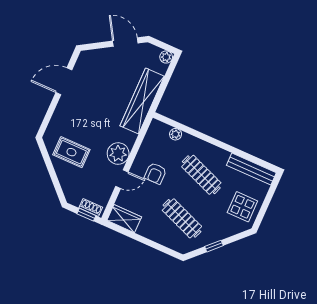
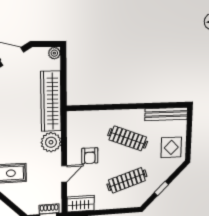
plant: (176, 134) -> (92, 116), removed
plant: (118, 154) -> (51, 142), moved
clothes rail: (182, 218) -> (127, 180), turned -39

